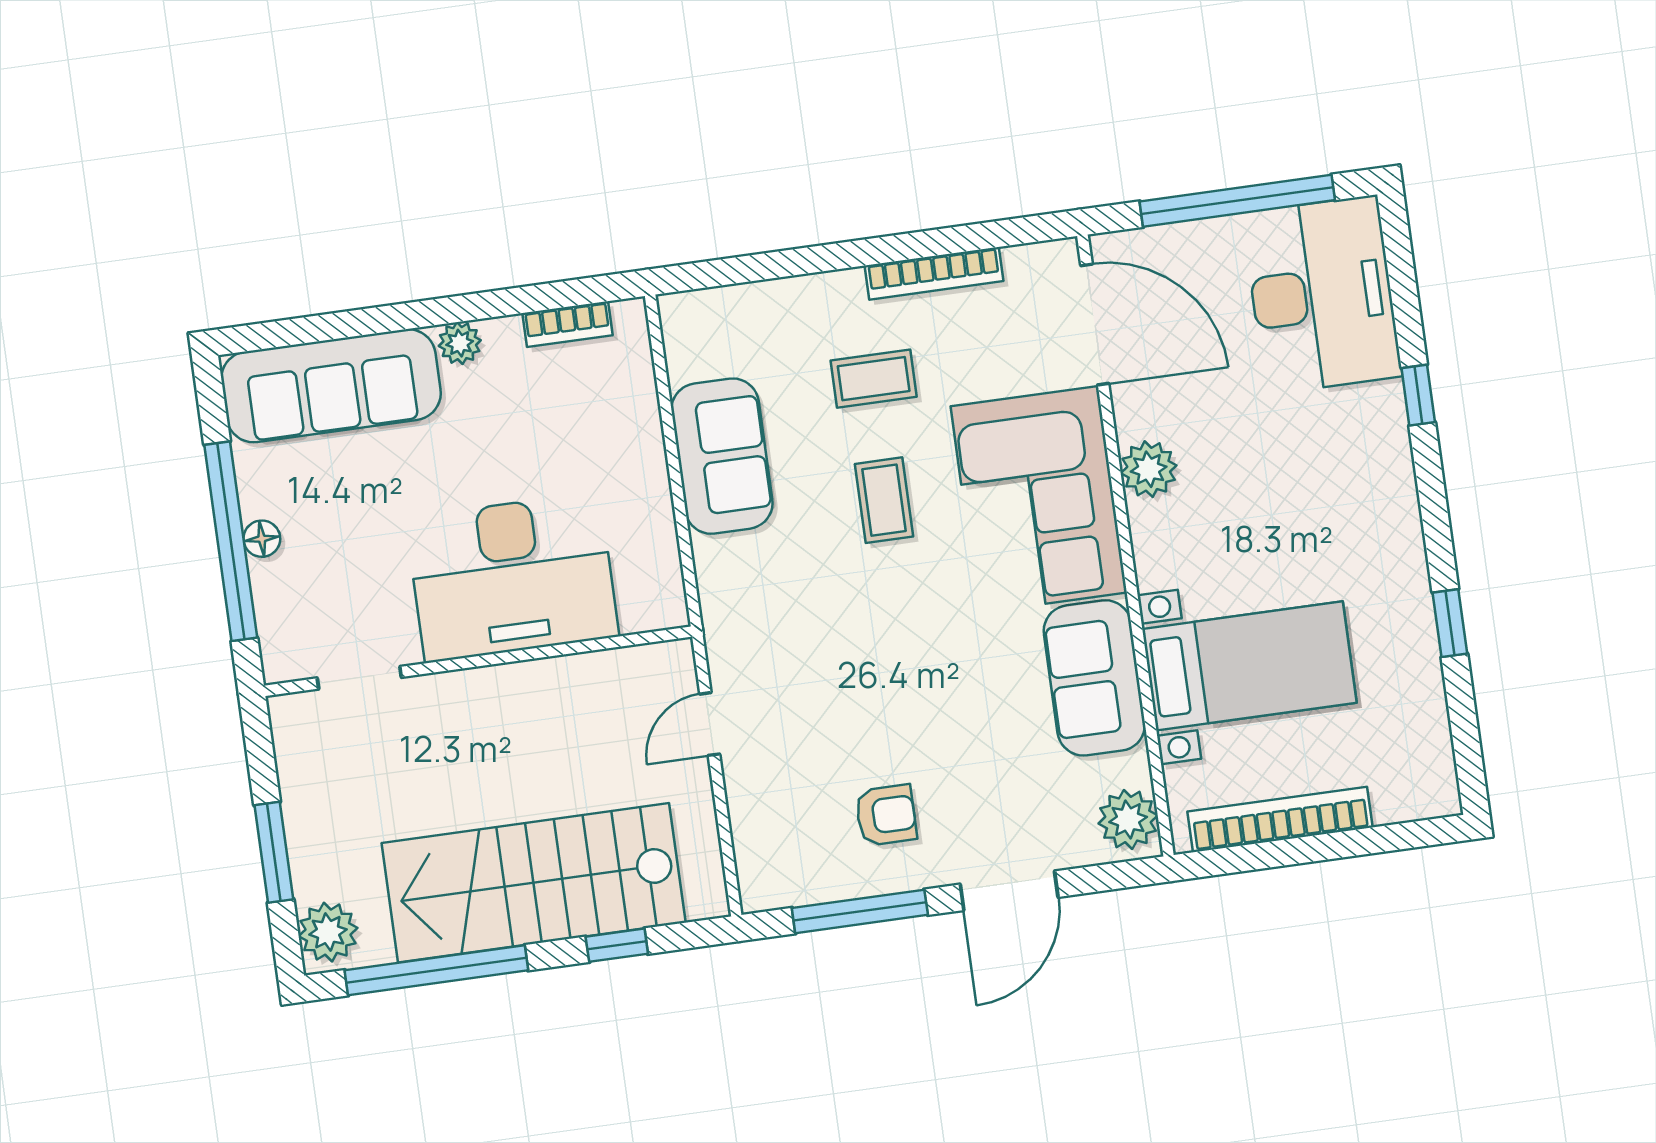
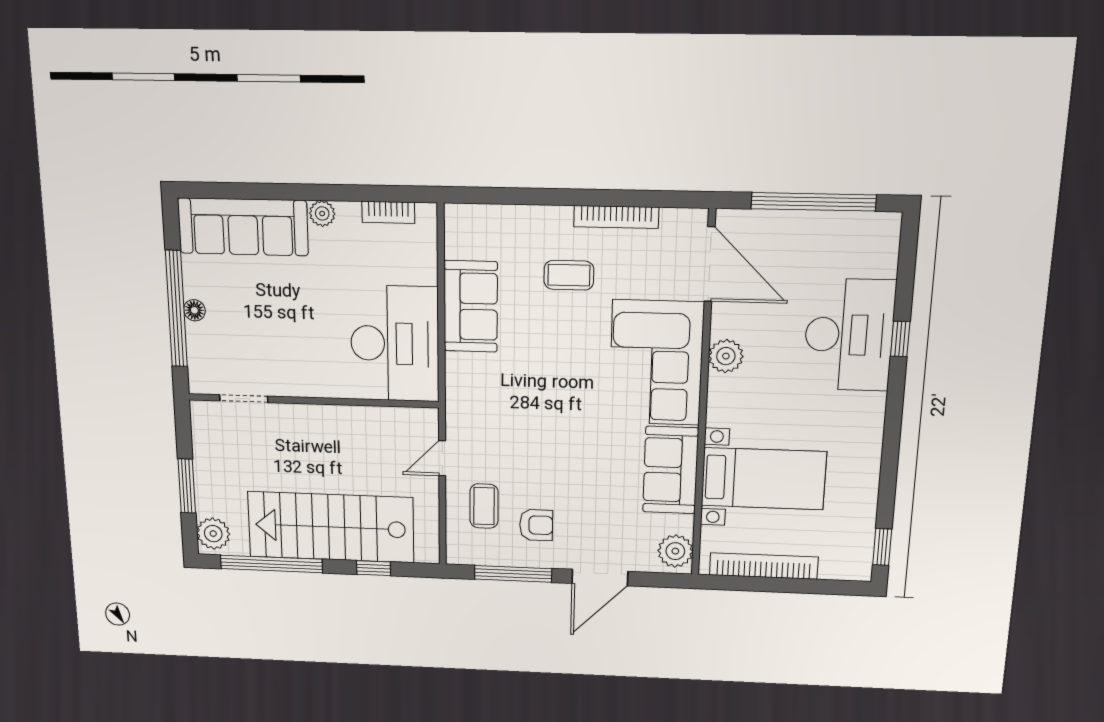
desk: (1322, 295) -> (849, 335), moved
coffee table: (884, 500) -> (484, 506), moved
desk: (512, 577) -> (395, 344), moved, turned -90
window: (1450, 623) -> (882, 547), moved

